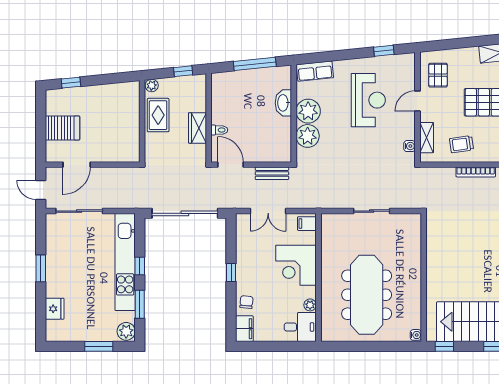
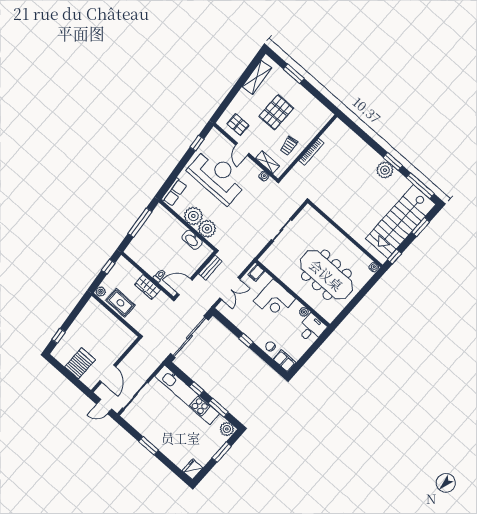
reception desk: (368, 100) -> (217, 176), width x1.36, depth x1.30
washbasin: (283, 103) -> (192, 240), moved
fridge: (55, 309) -> (192, 469), moved, turned -90

